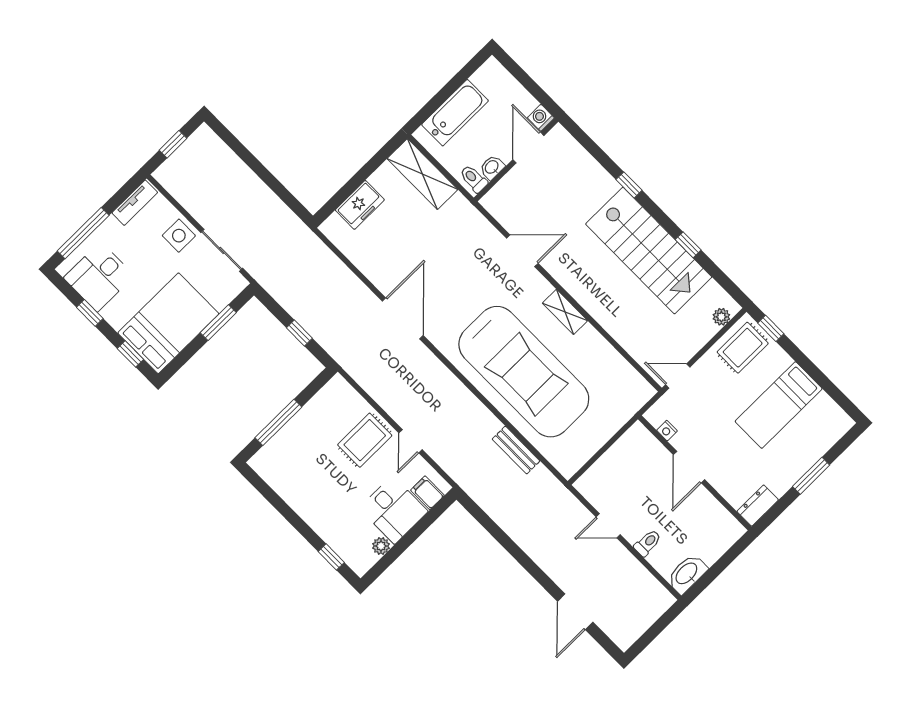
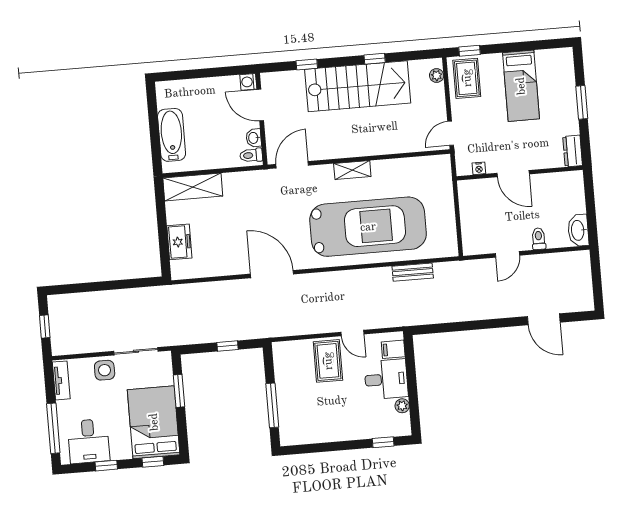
washing machine: (541, 118) -> (248, 82), moved
door: (528, 148) -> (260, 105), moved
wall: (516, 160) -> (261, 119), moved
washbasin: (492, 167) -> (254, 138), moved
toilet: (474, 179) -> (251, 155), moved

